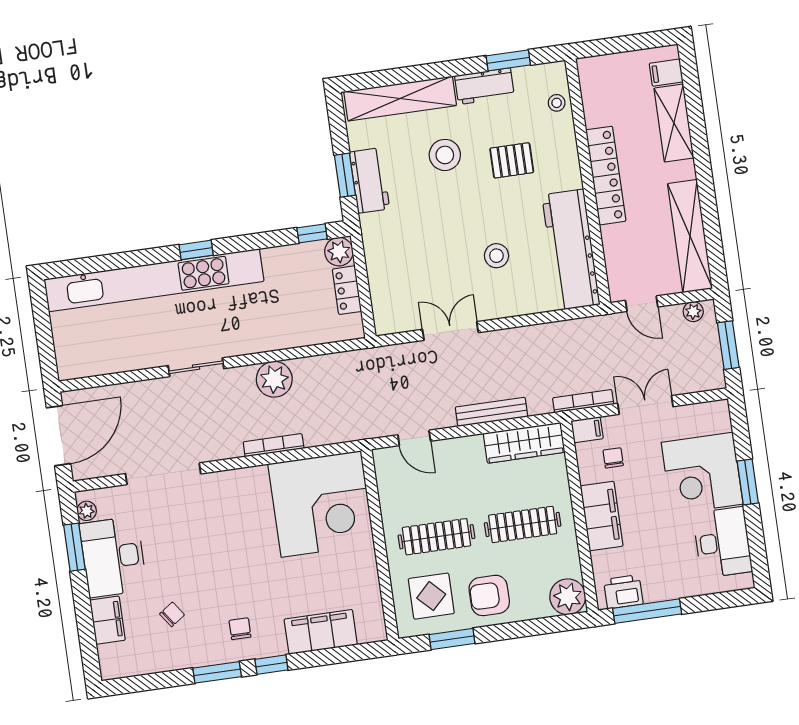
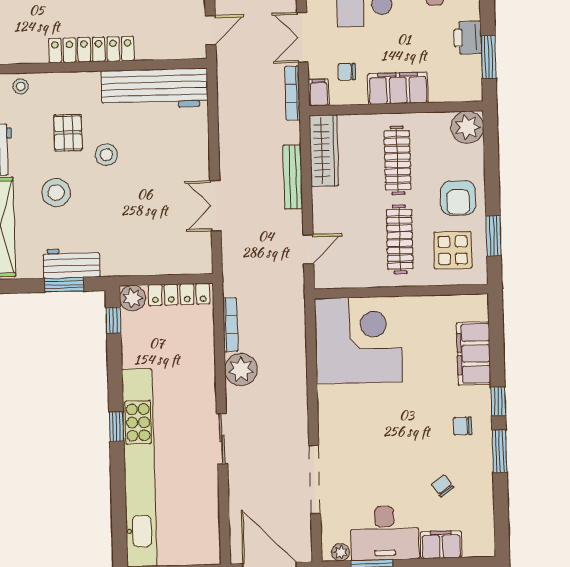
stool: (496, 256) -> (106, 155), moved
locker: (347, 290) -> (179, 294), width x1.53
bookcase: (274, 445) -> (230, 325), moved, turned 180
printer: (623, 592) -> (468, 38), moved
window: (647, 611) -> (488, 57), width x0.69

